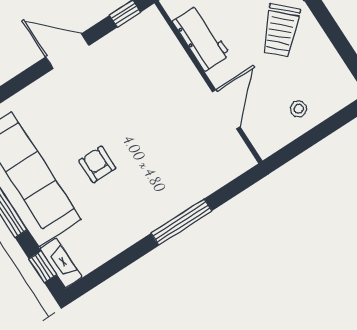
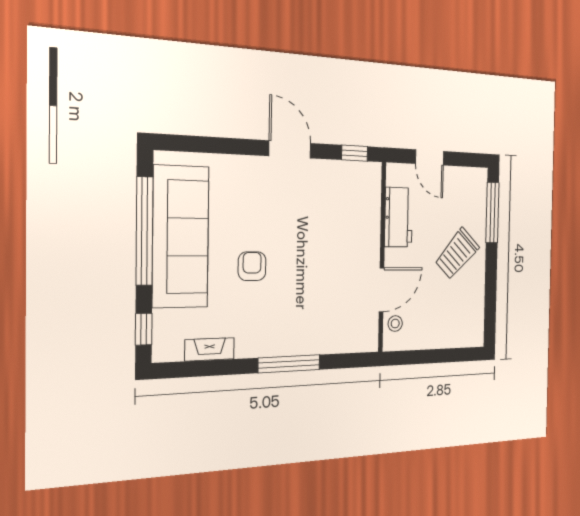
stool: (299, 109) -> (395, 324), moved
fireplace: (61, 263) -> (210, 349), moved, turned -90

